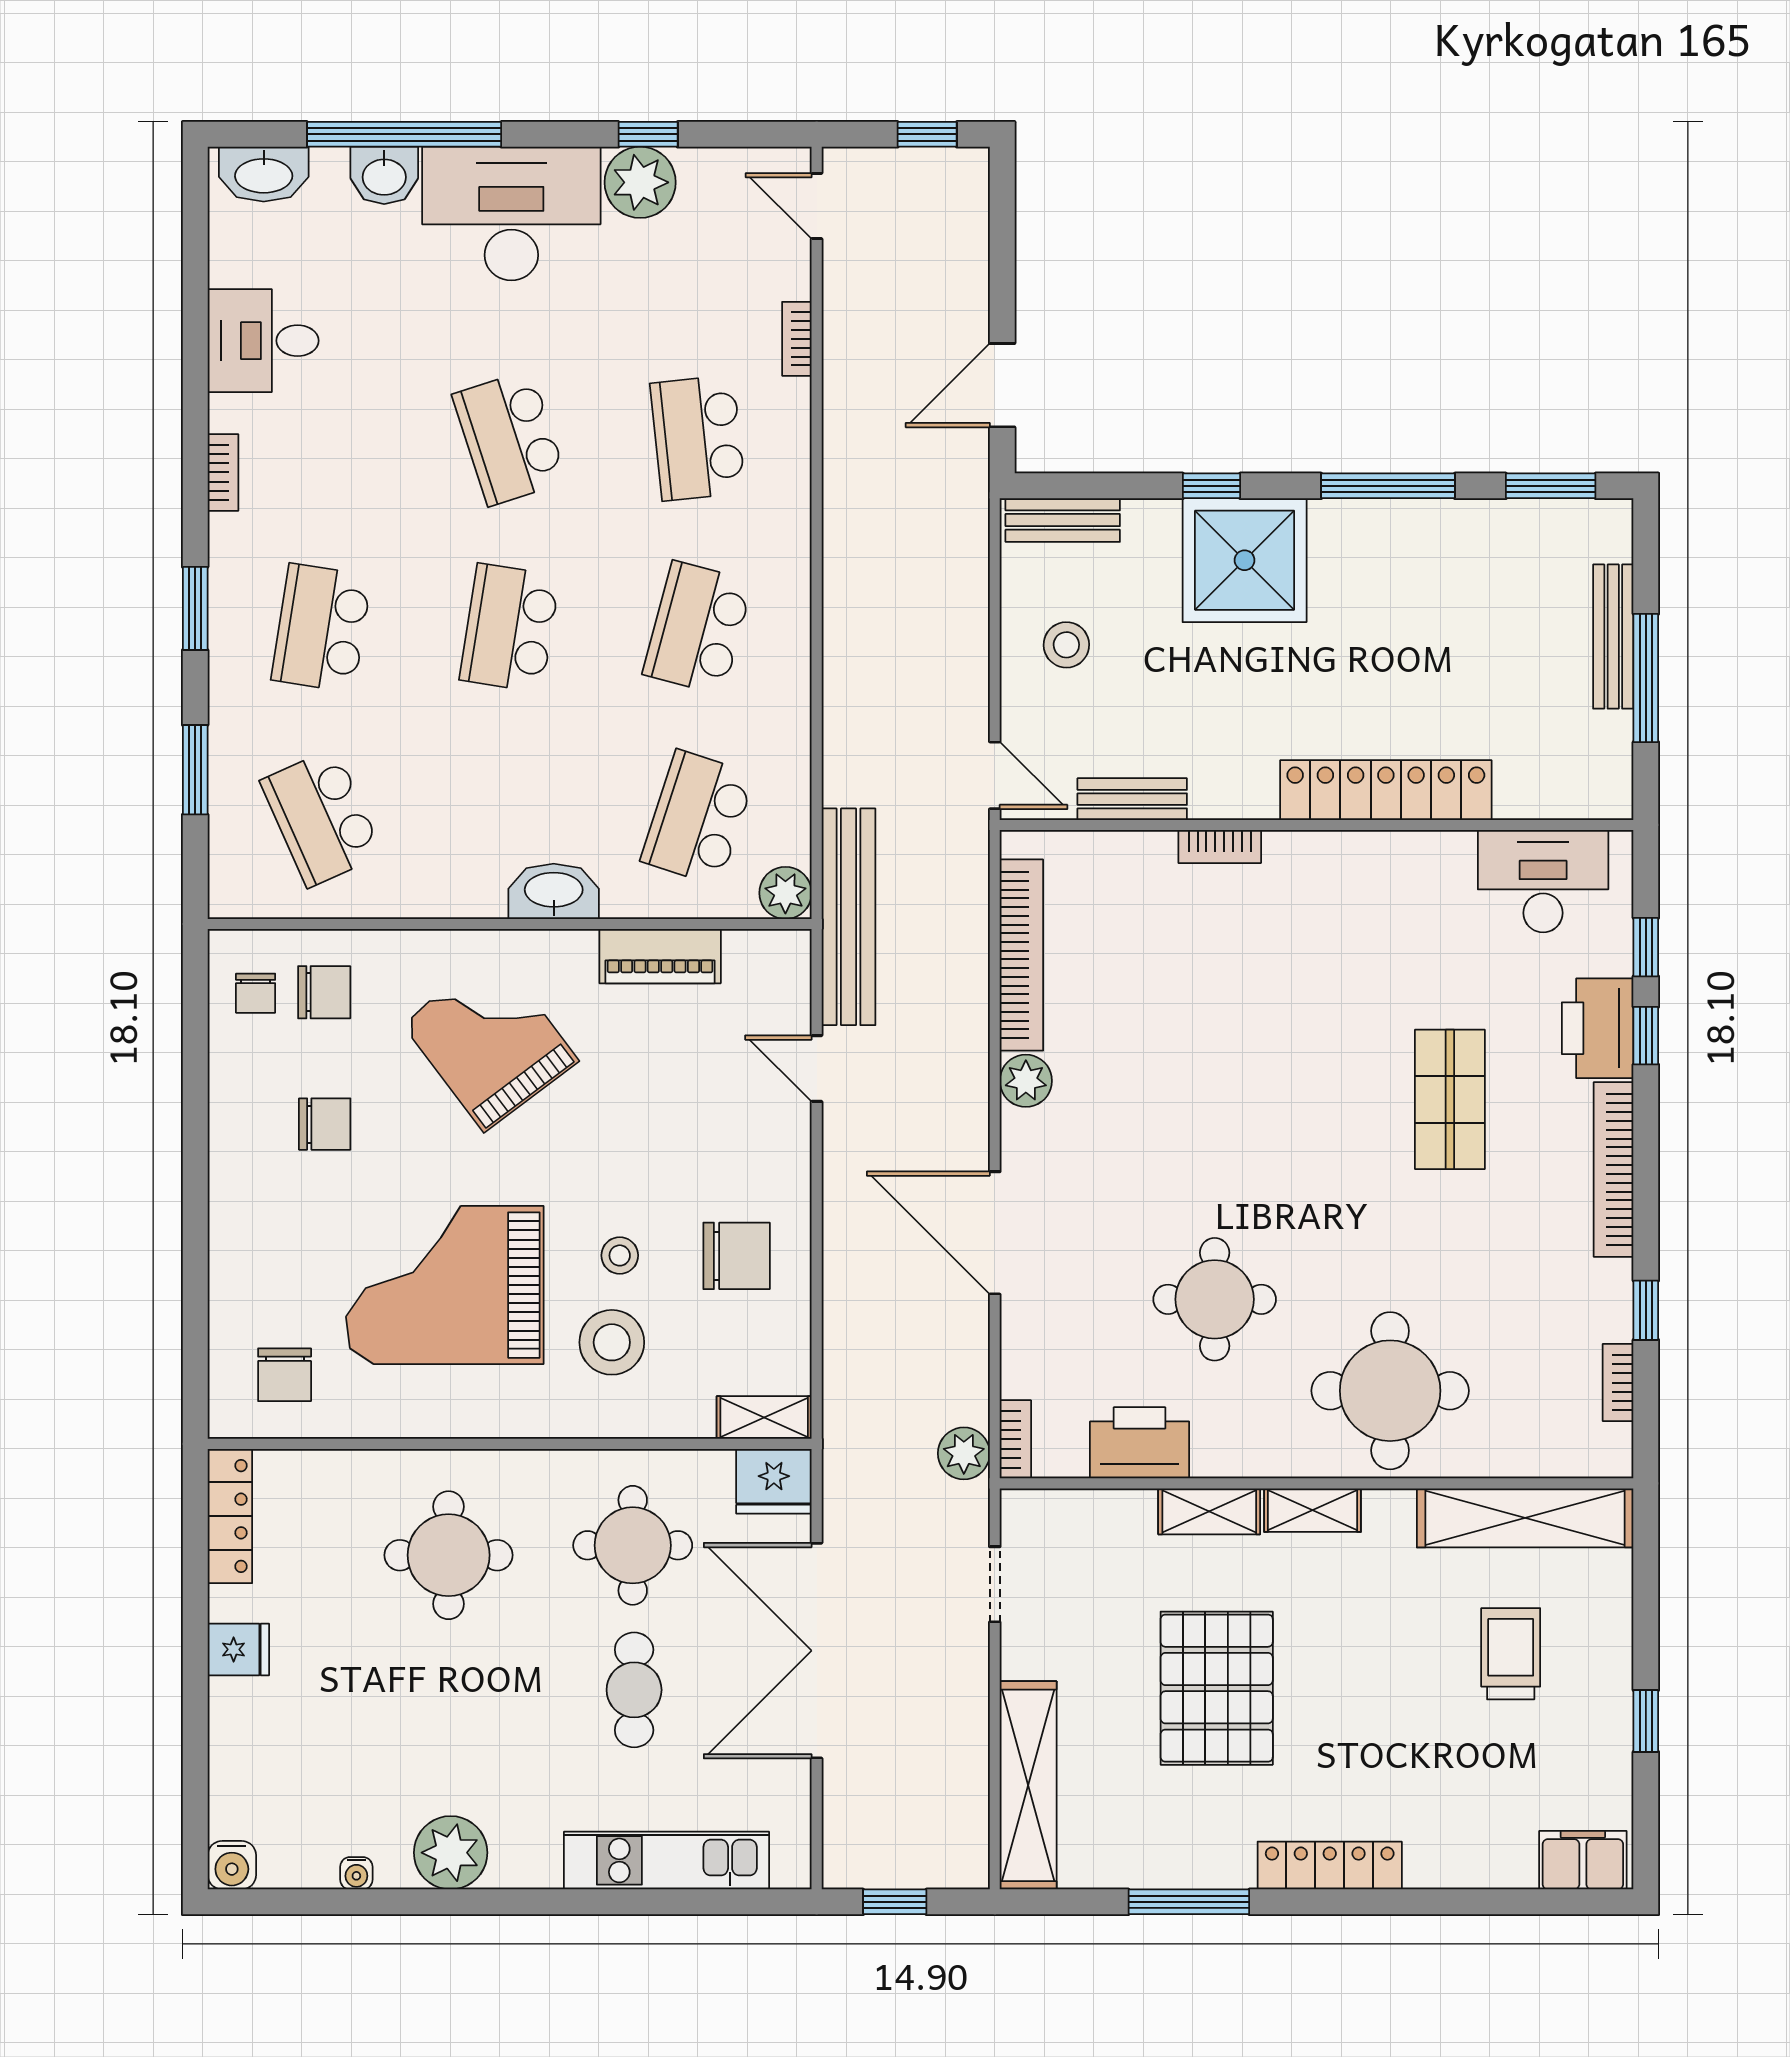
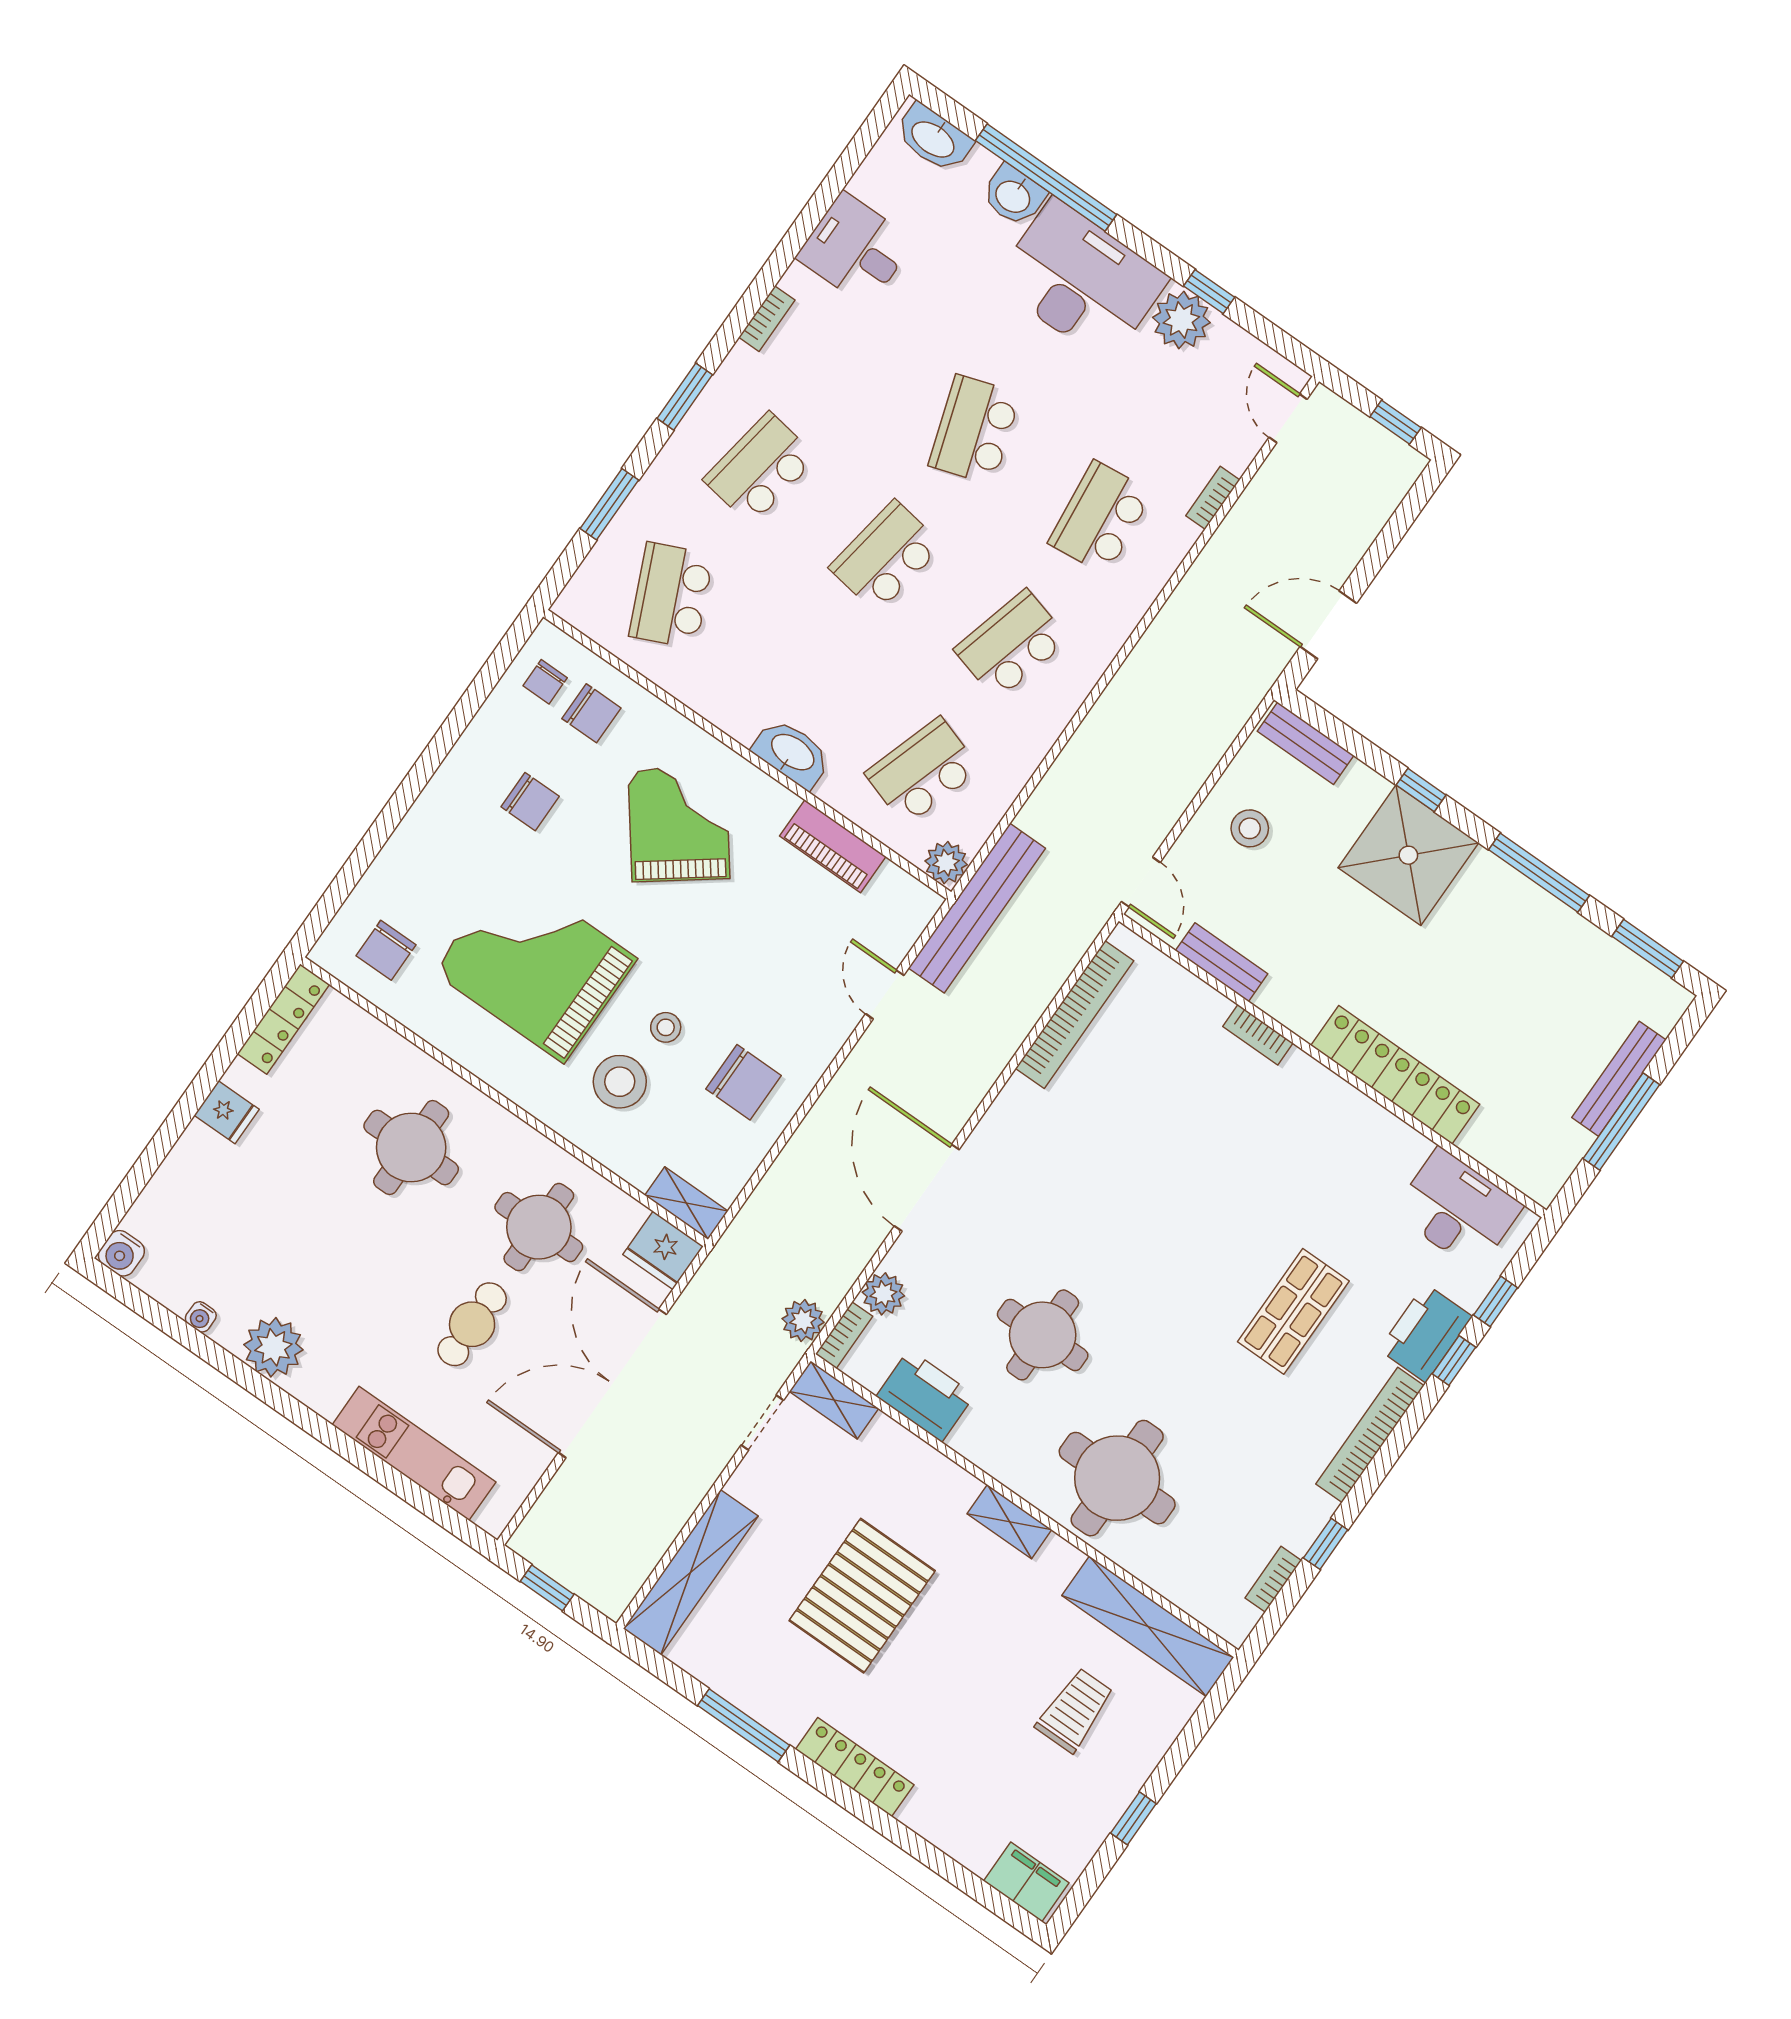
plant: (1026, 1081) -> (883, 1294), moved
shelving: (1209, 1511) -> (834, 1400), moved

